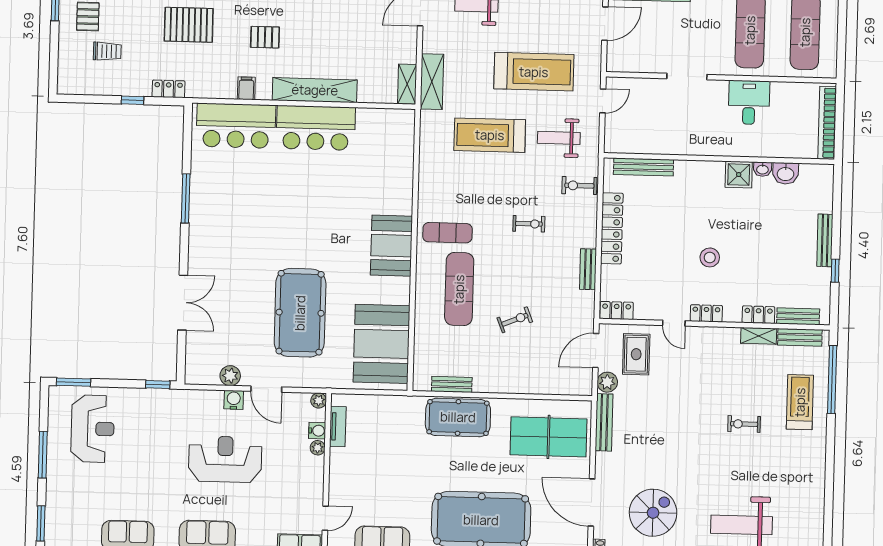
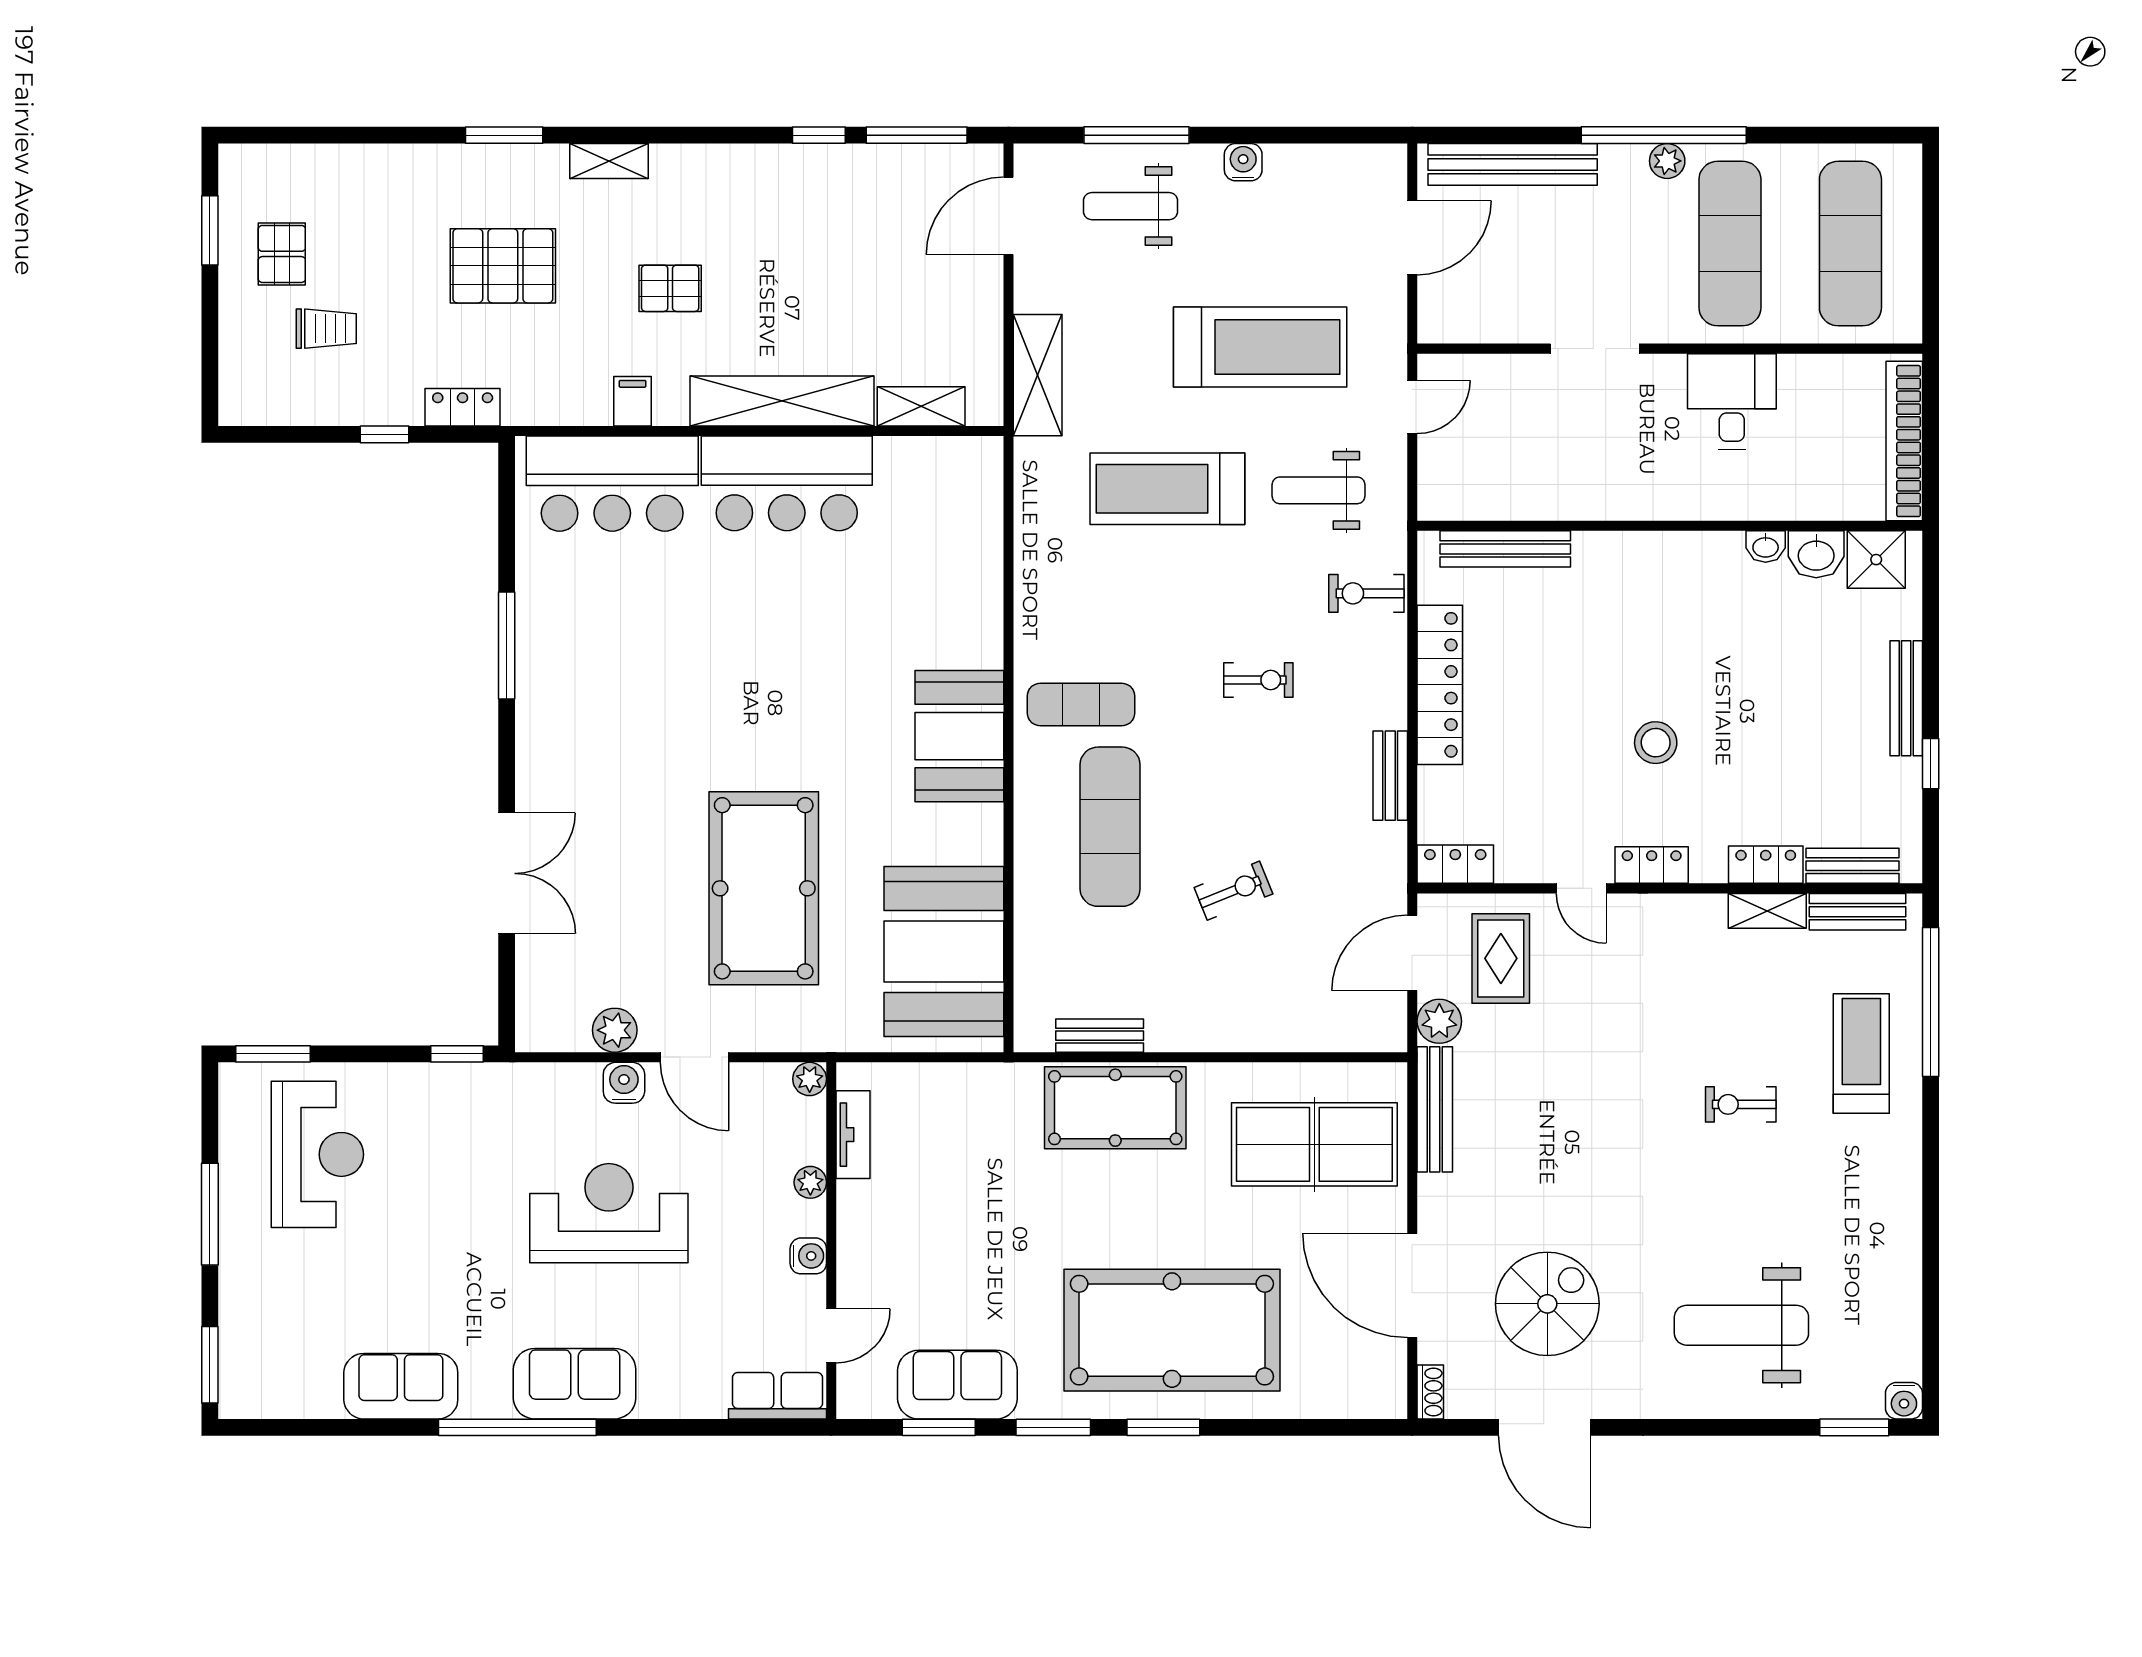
shelving: (407, 84) -> (921, 406), moved, turned 90
shower: (739, 175) -> (1876, 560), moved
water cooler: (317, 431) -> (808, 1256), moved

